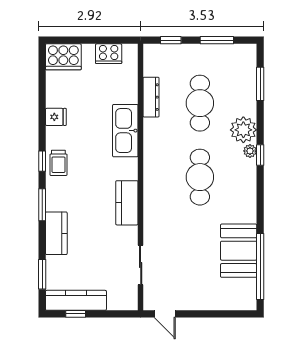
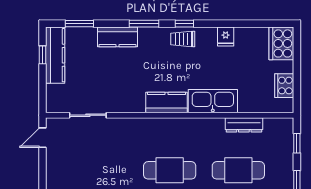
kitchen counter: (127, 203) -> (166, 103), moved

